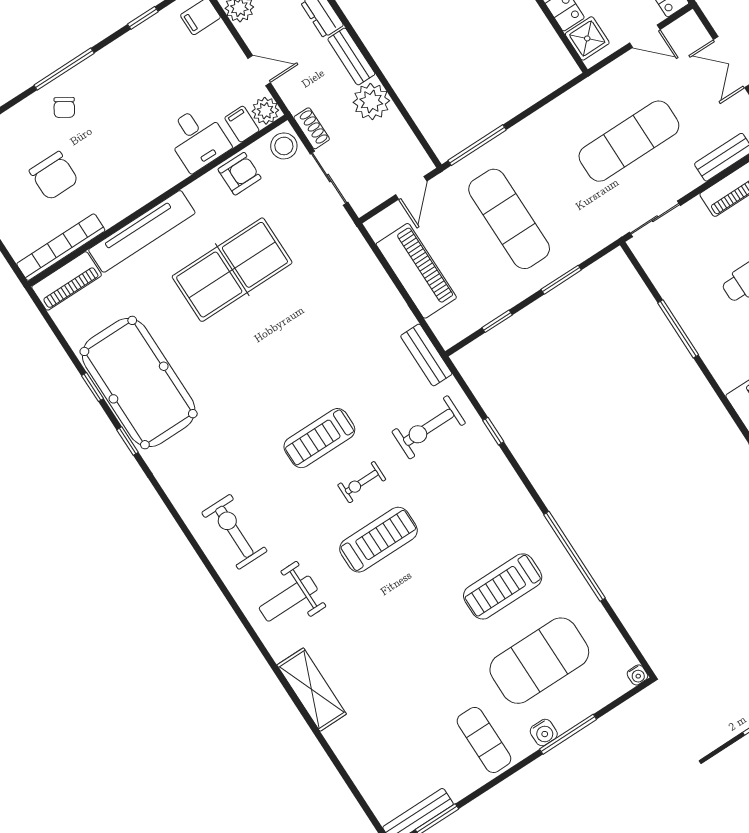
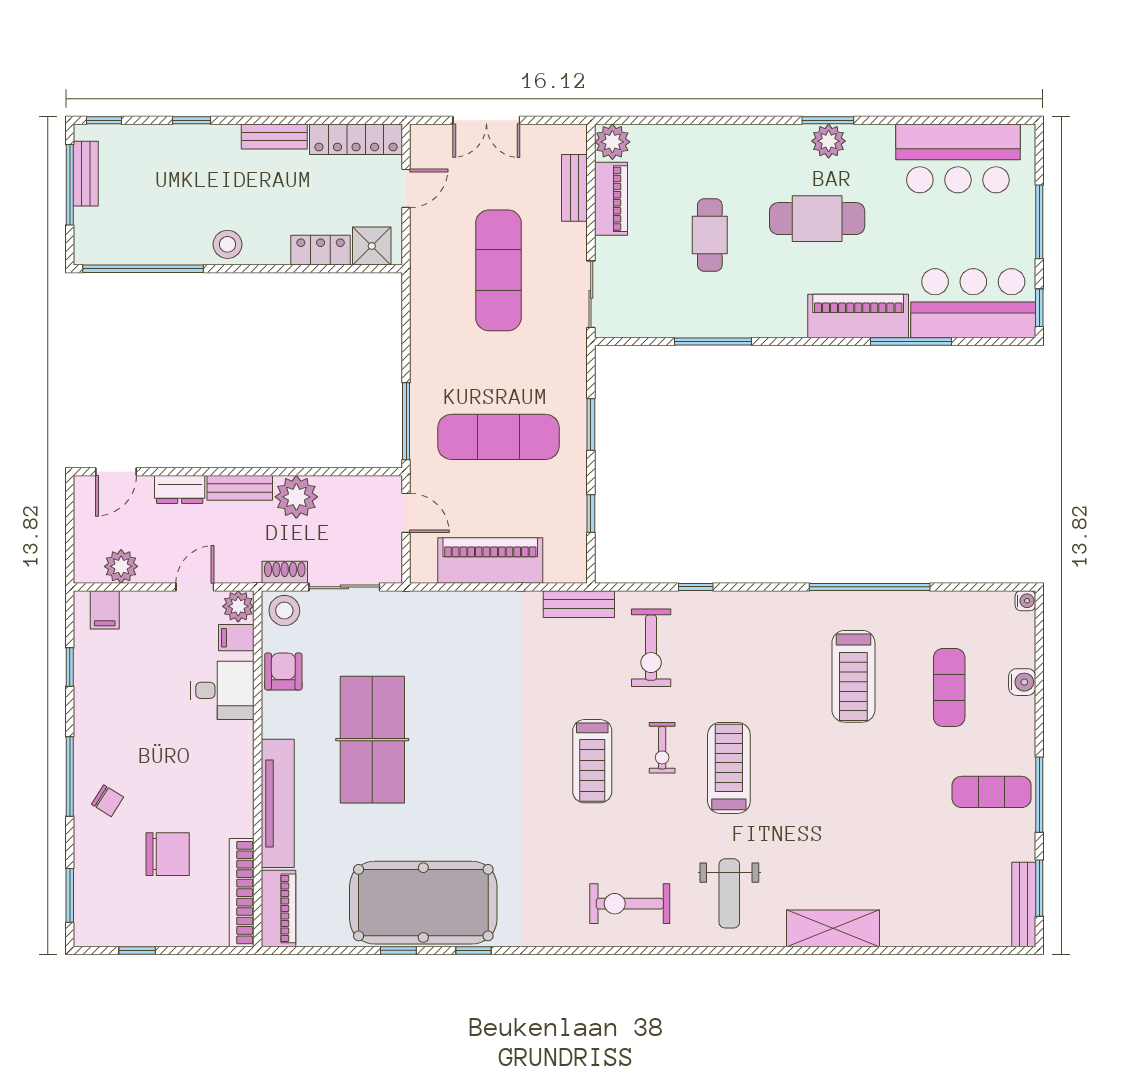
exercise mat: (539, 661) -> (949, 687), width x0.50, depth x0.69
water cooler: (544, 732) -> (1022, 682), moved
window: (568, 734) -> (1039, 795), moved

